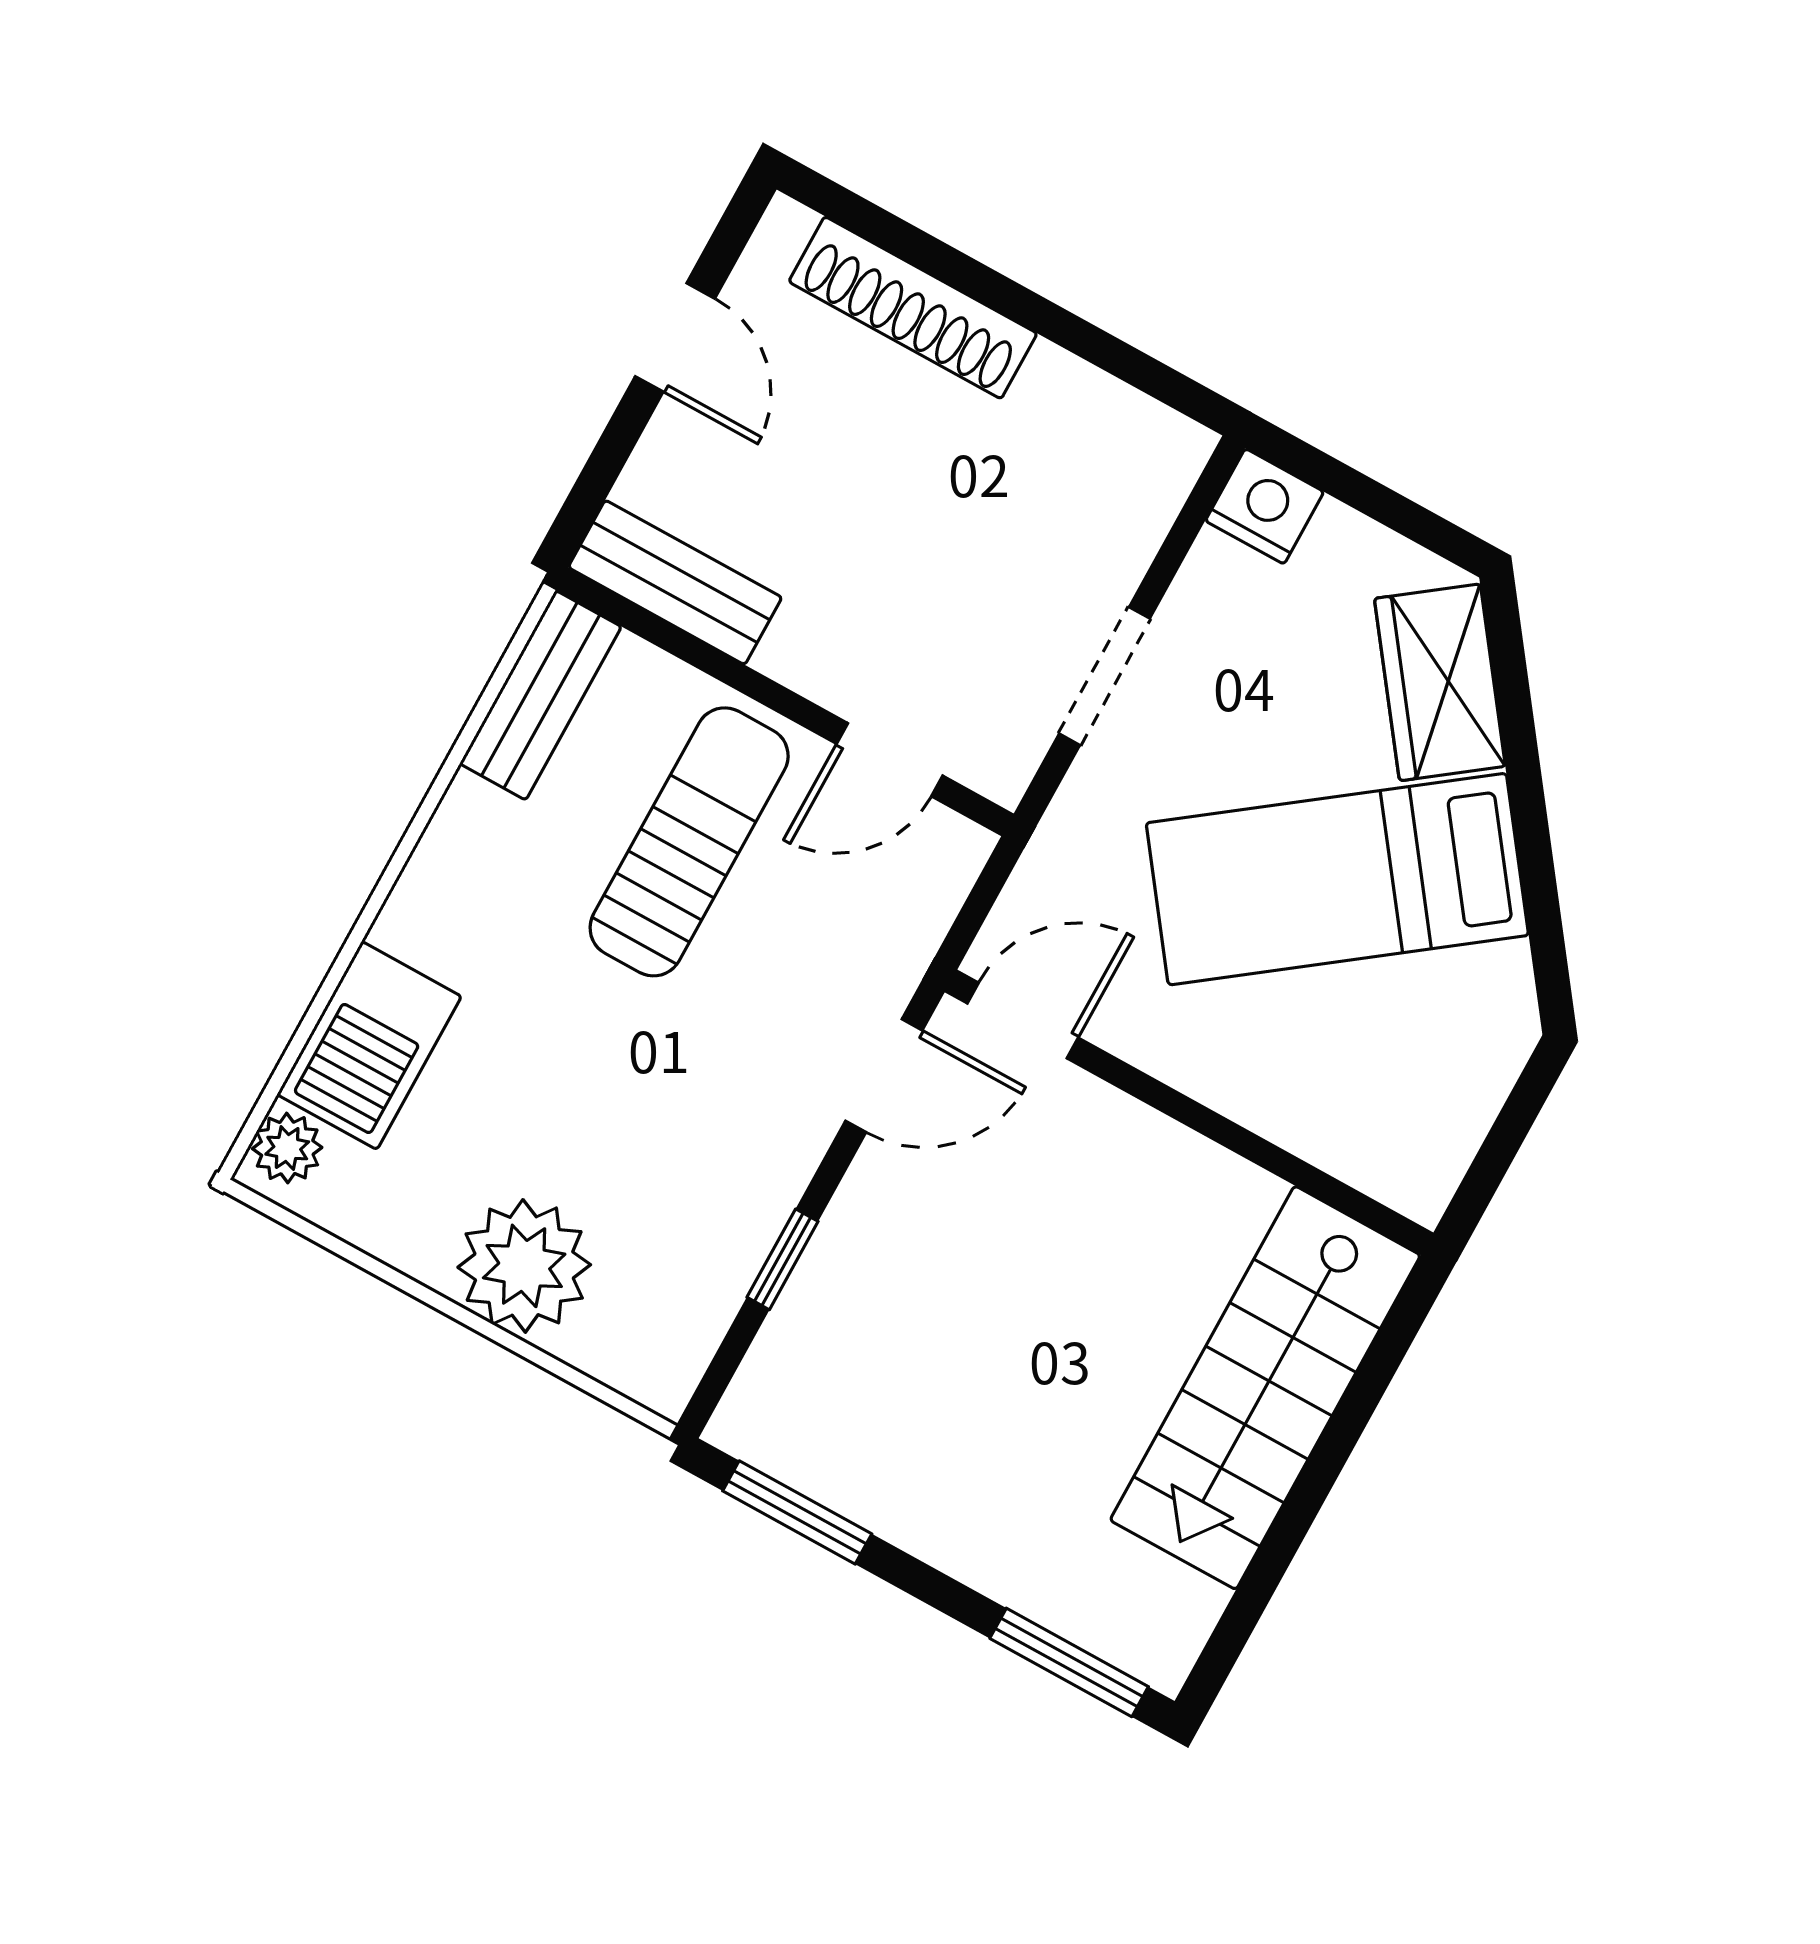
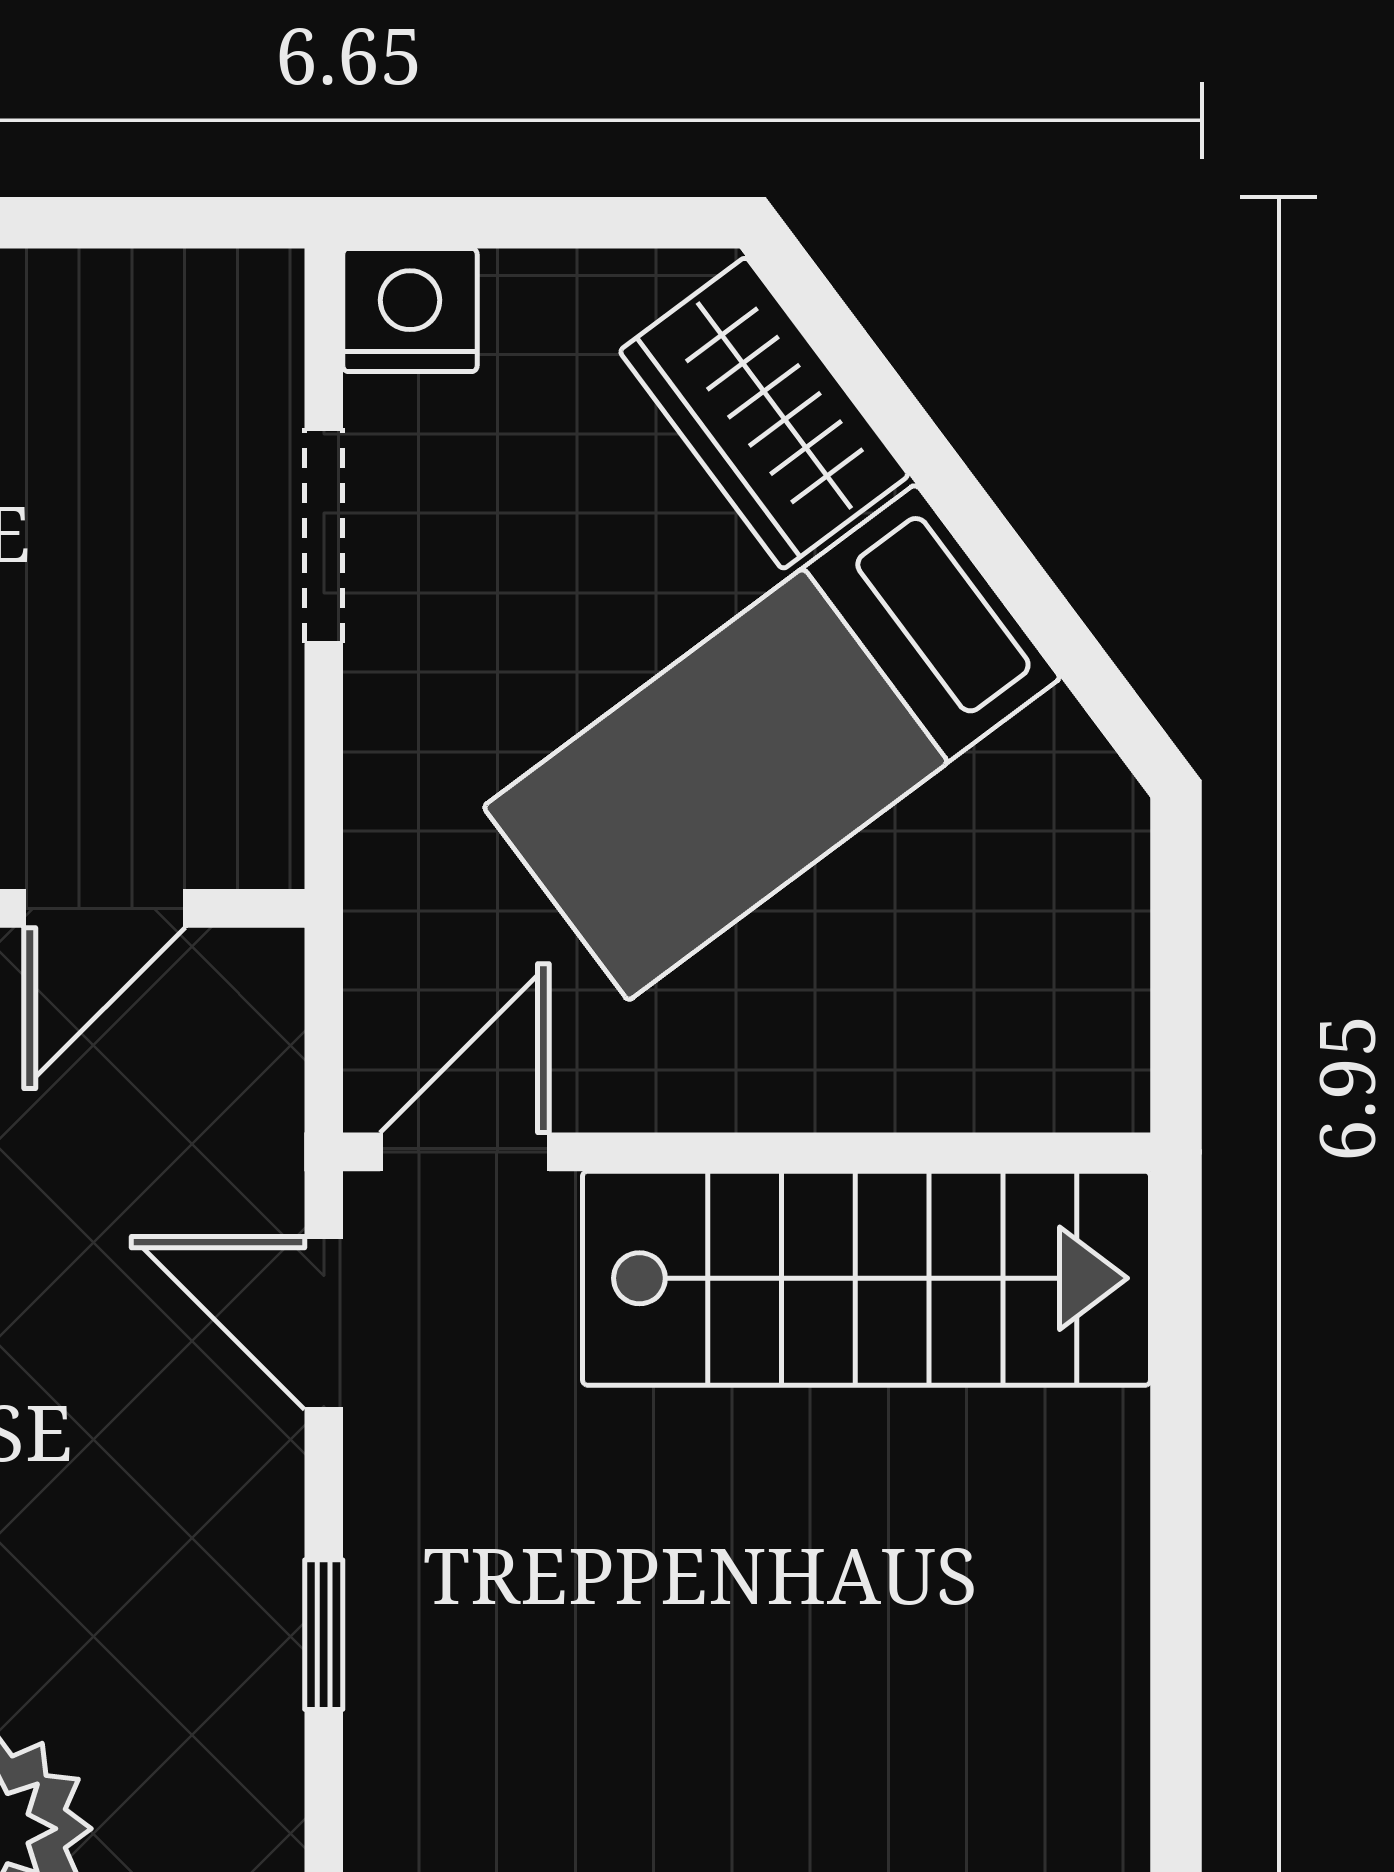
doorway: (1104, 676) -> (324, 536), moved
door: (884, 1076) -> (324, 1323), swing flipped
stairs: (1265, 1388) -> (867, 1278), moved, turned -90

